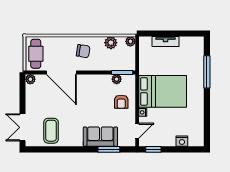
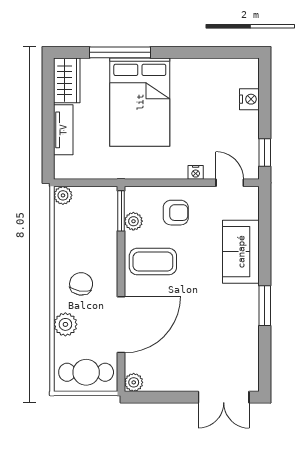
plant: (111, 43) -> (65, 324), moved
wardrobe: (192, 43) -> (67, 80), added
bed: (163, 91) -> (140, 102), moved, turned 180
coffee table: (51, 131) -> (153, 262), moved
window: (109, 149) -> (265, 306), moved

